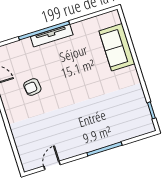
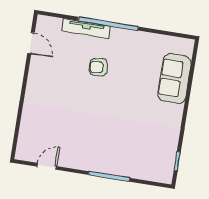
tv unit: (52, 36) -> (86, 28), moved
armchair: (32, 87) -> (99, 67), moved

